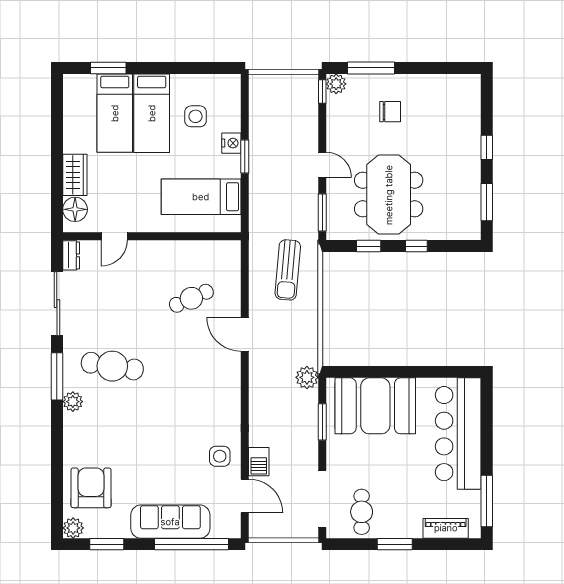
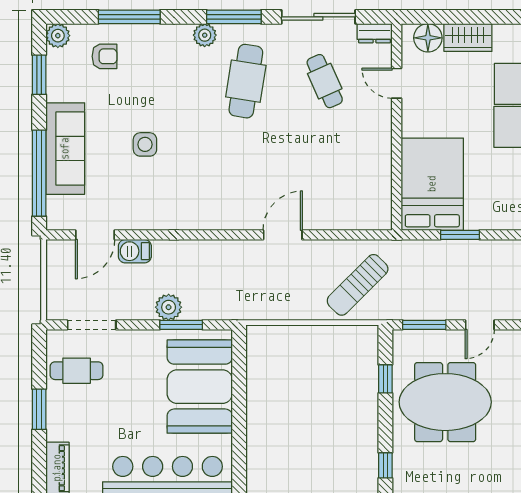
nightstand: (231, 143) -> (505, 219), removed
window: (245, 157) -> (460, 235), moved
bed: (201, 197) -> (432, 184), width x1.50
window: (416, 246) -> (385, 465), moved
sun lounger: (288, 270) -> (358, 285), turned -50
cafe table: (191, 298) -> (325, 81), moved
plant: (307, 377) -> (169, 307), moved
side table: (220, 456) -> (145, 144), moved
window: (57, 467) -> (129, 17), added
armchair: (91, 488) -> (104, 56), width x0.53, depth x0.53
doorway: (322, 499) -> (92, 325), width x0.73

